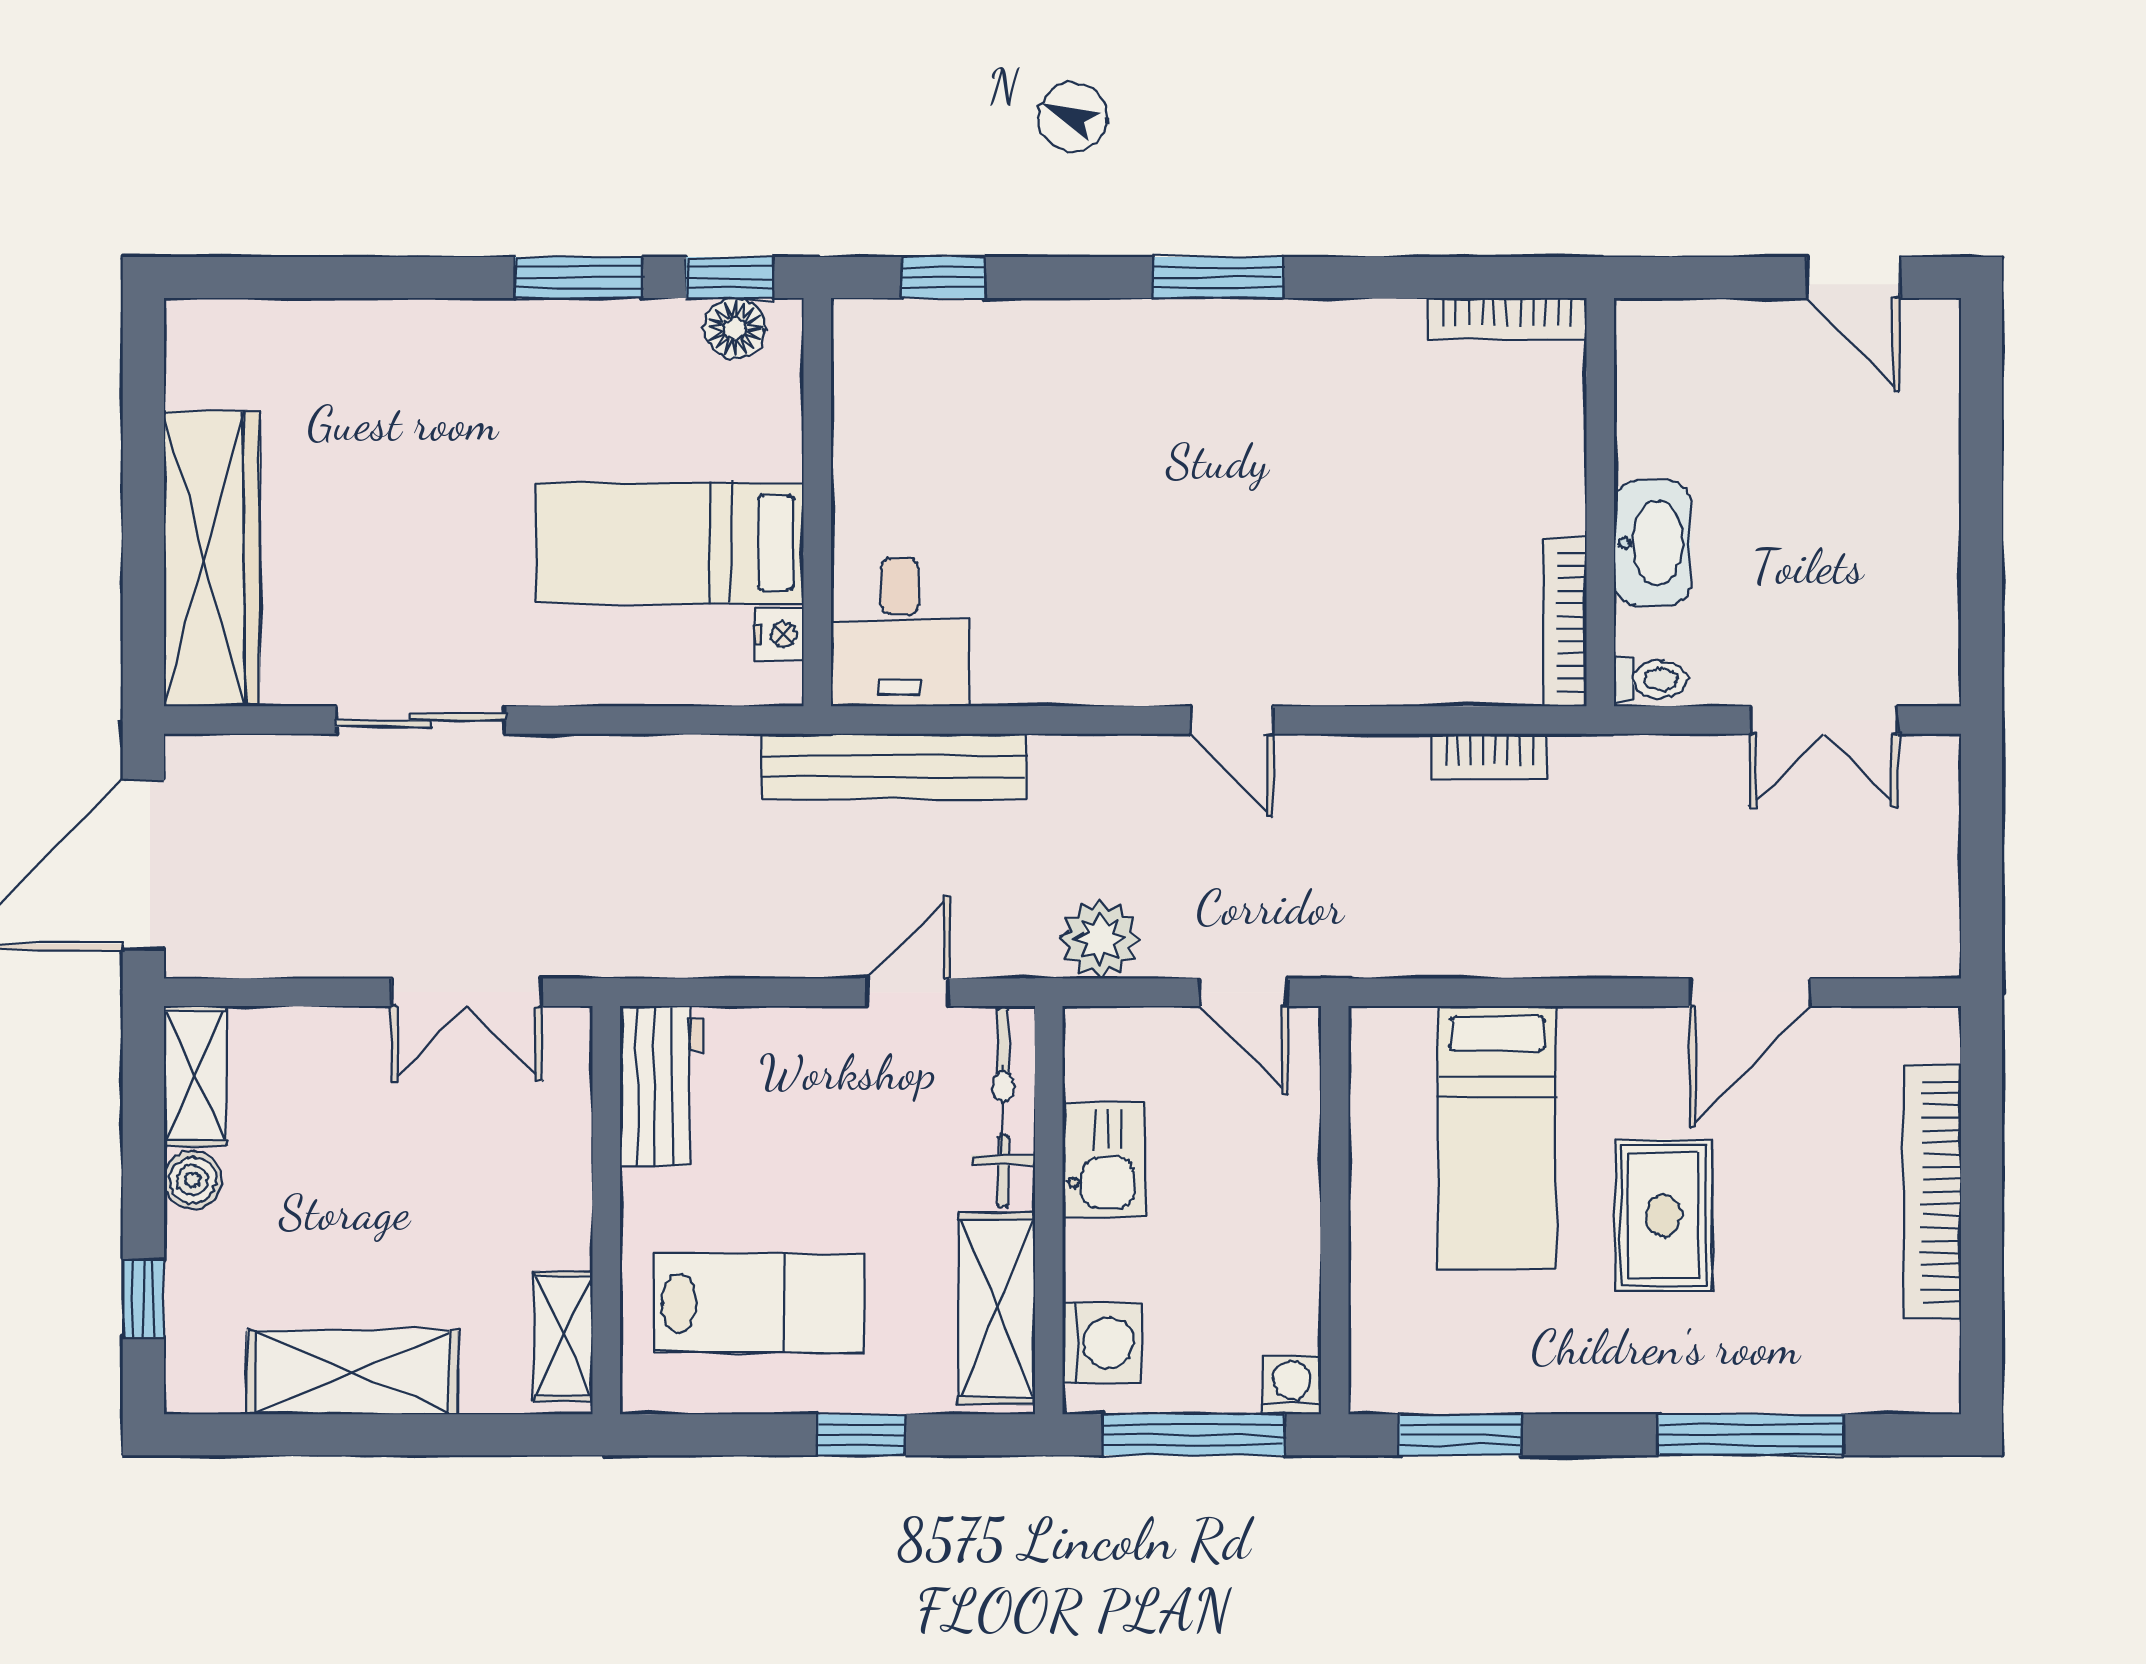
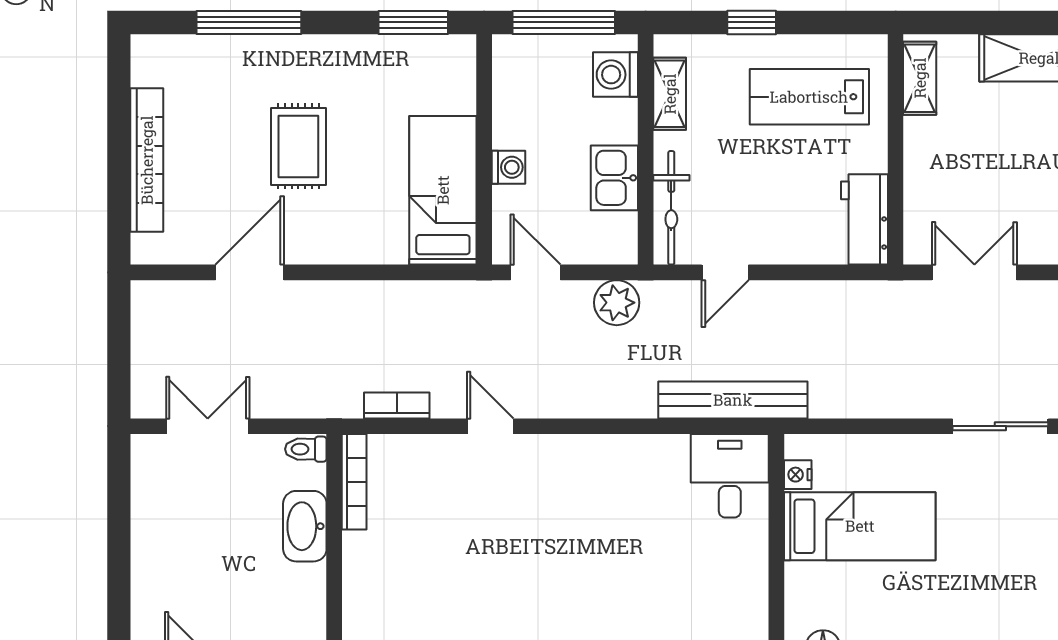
door: (1231, 720) -> (490, 426), moved
bed: (1497, 1138) -> (443, 190), moved
shelving: (997, 1309) -> (670, 94), width x0.67, depth x0.75
washing machine: (1292, 1385) -> (509, 167), moved, turned -90

